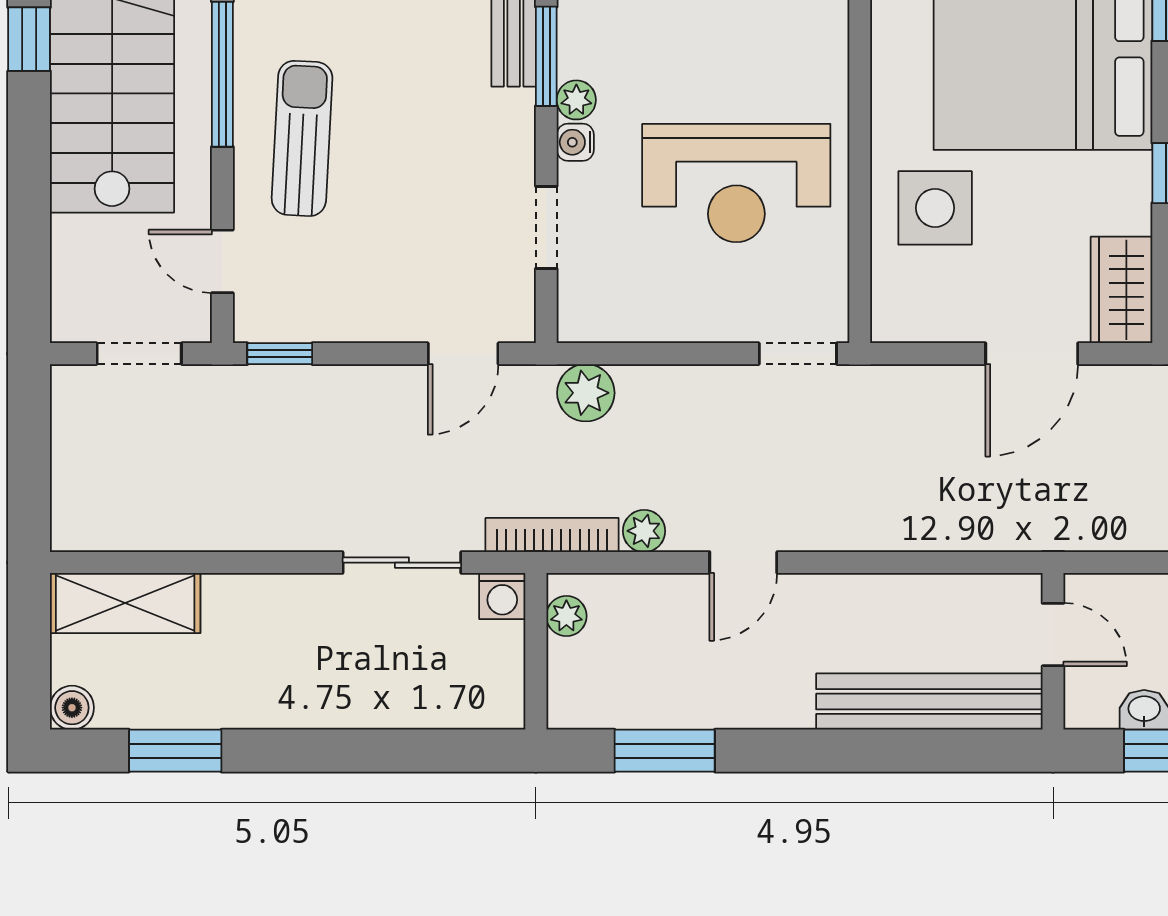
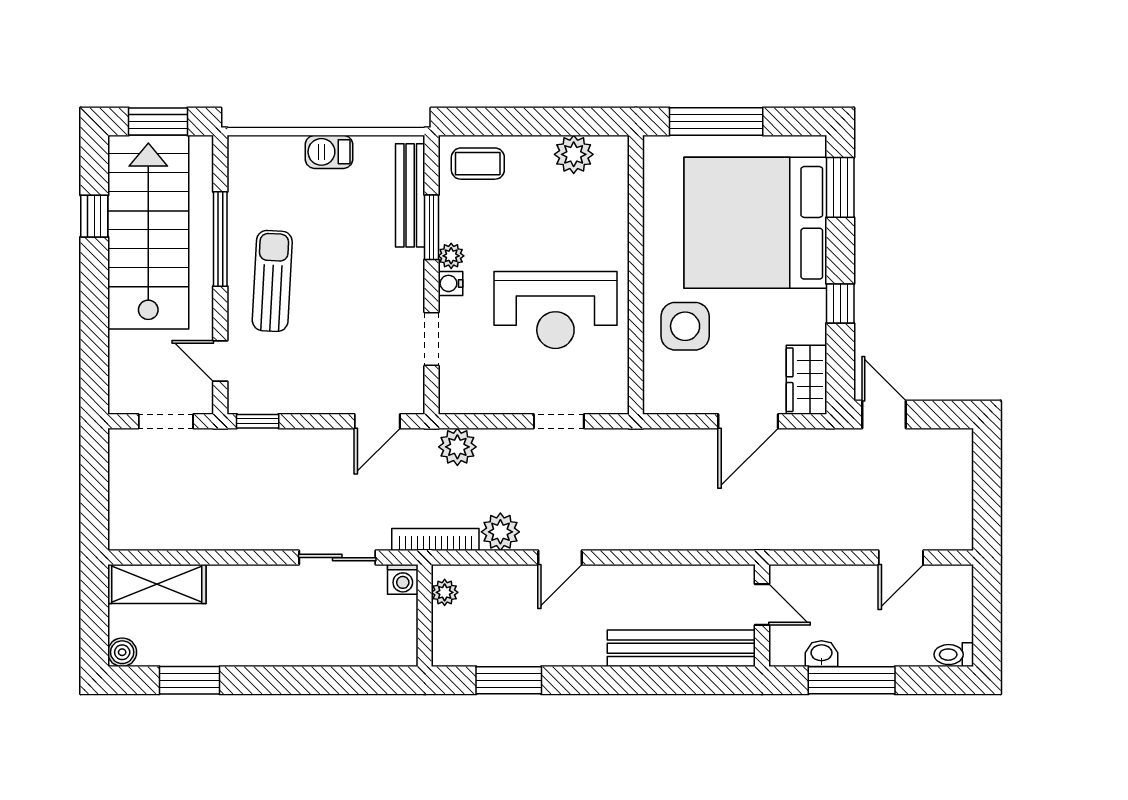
doorway: (798, 354) -> (559, 421), moved
plant: (644, 531) -> (500, 532), width x1.38, depth x1.38

